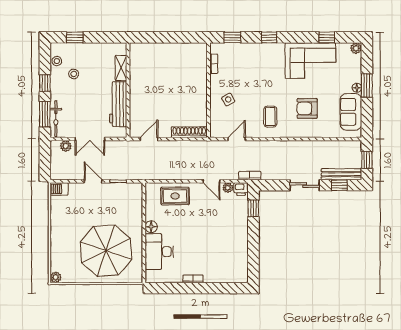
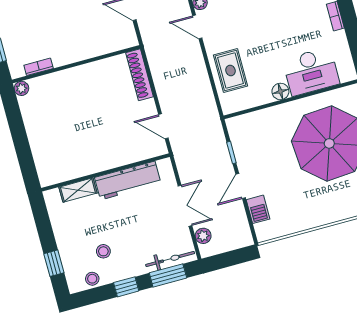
plant: (202, 48) -> (21, 88), added
side table: (228, 99) -> (81, 34), removed
door: (212, 181) -> (197, 27), swing flipped
barbecue: (59, 189) -> (258, 209), moved

